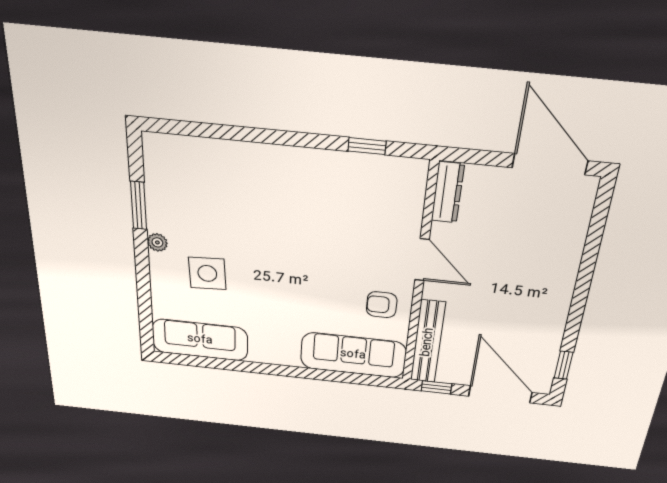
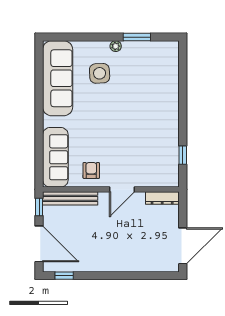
sofa: (200, 340) -> (58, 78), width x1.36, depth x1.27
door: (500, 394) -> (39, 244), hinge flipped

